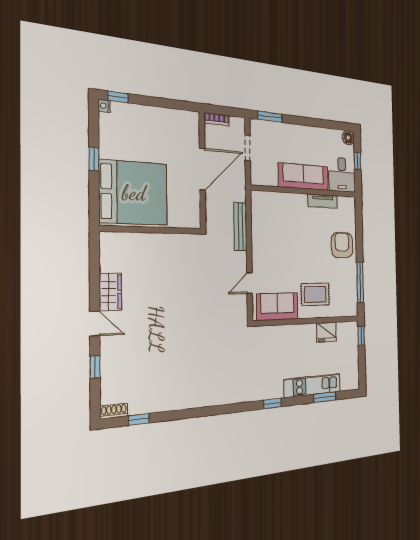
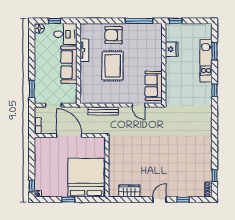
wardrobe: (110, 292) -> (129, 191), moved
rug: (315, 294) -> (113, 66), moved, width x1.36, depth x1.43

